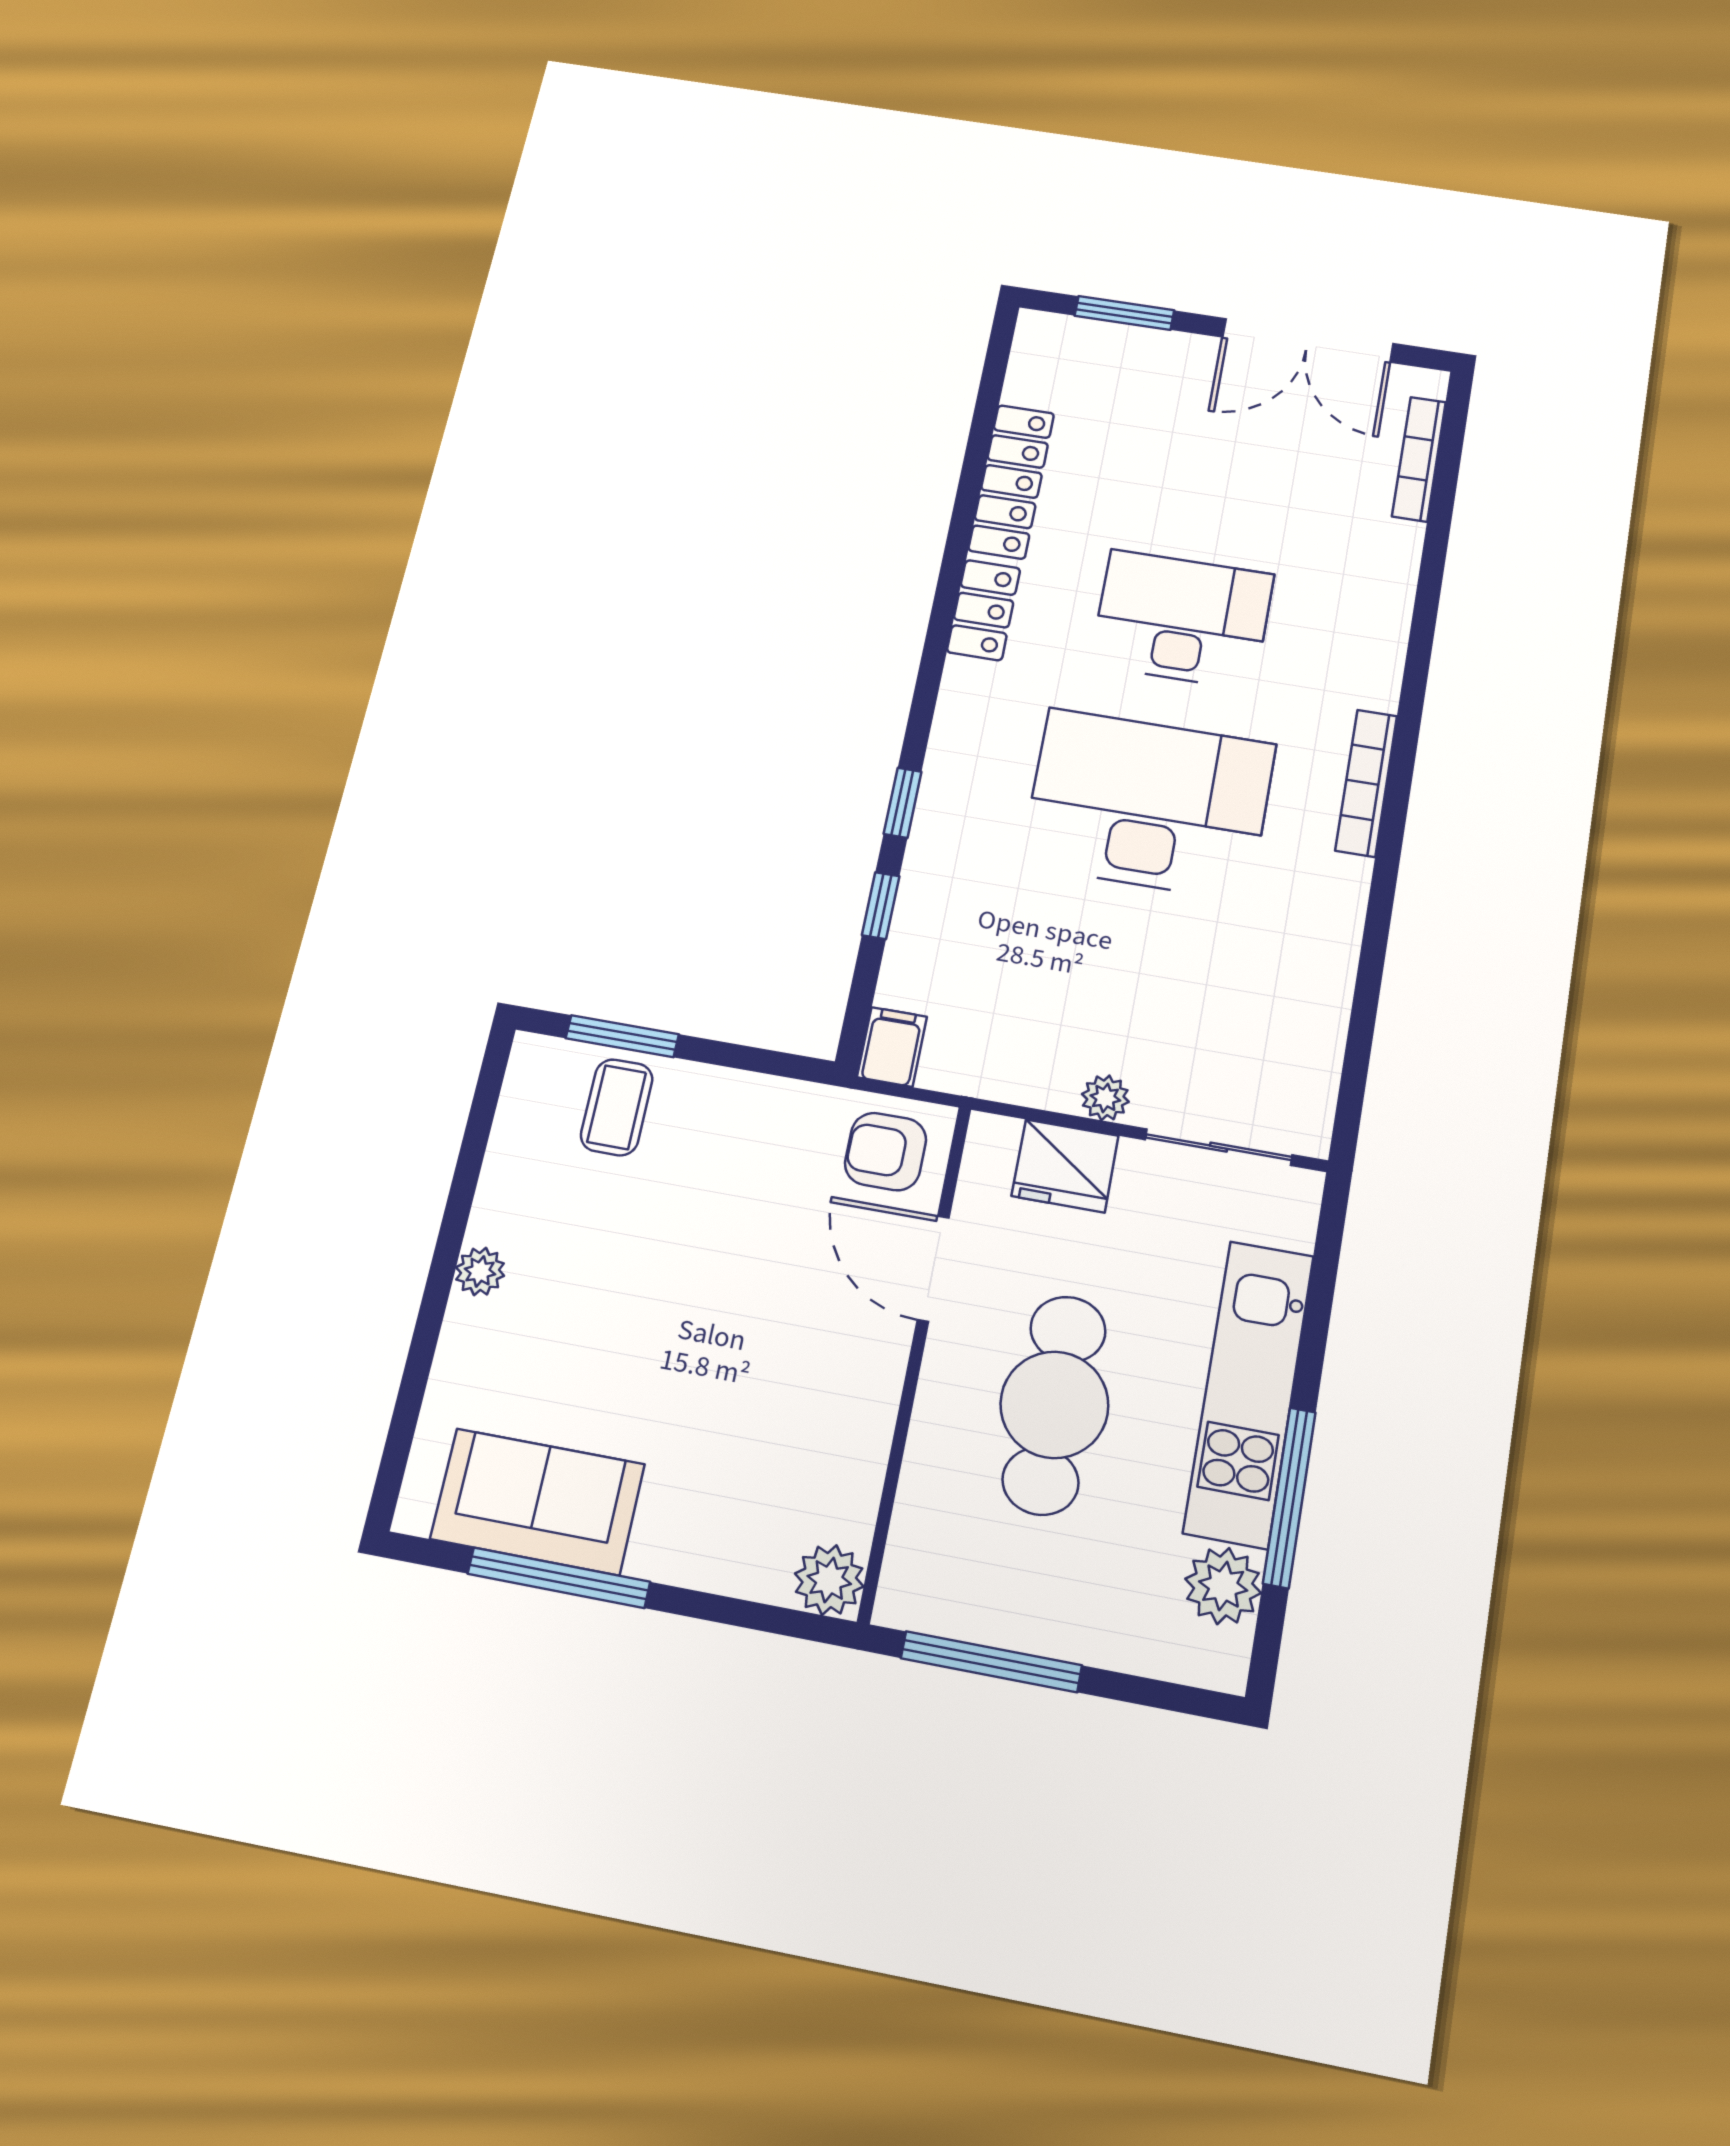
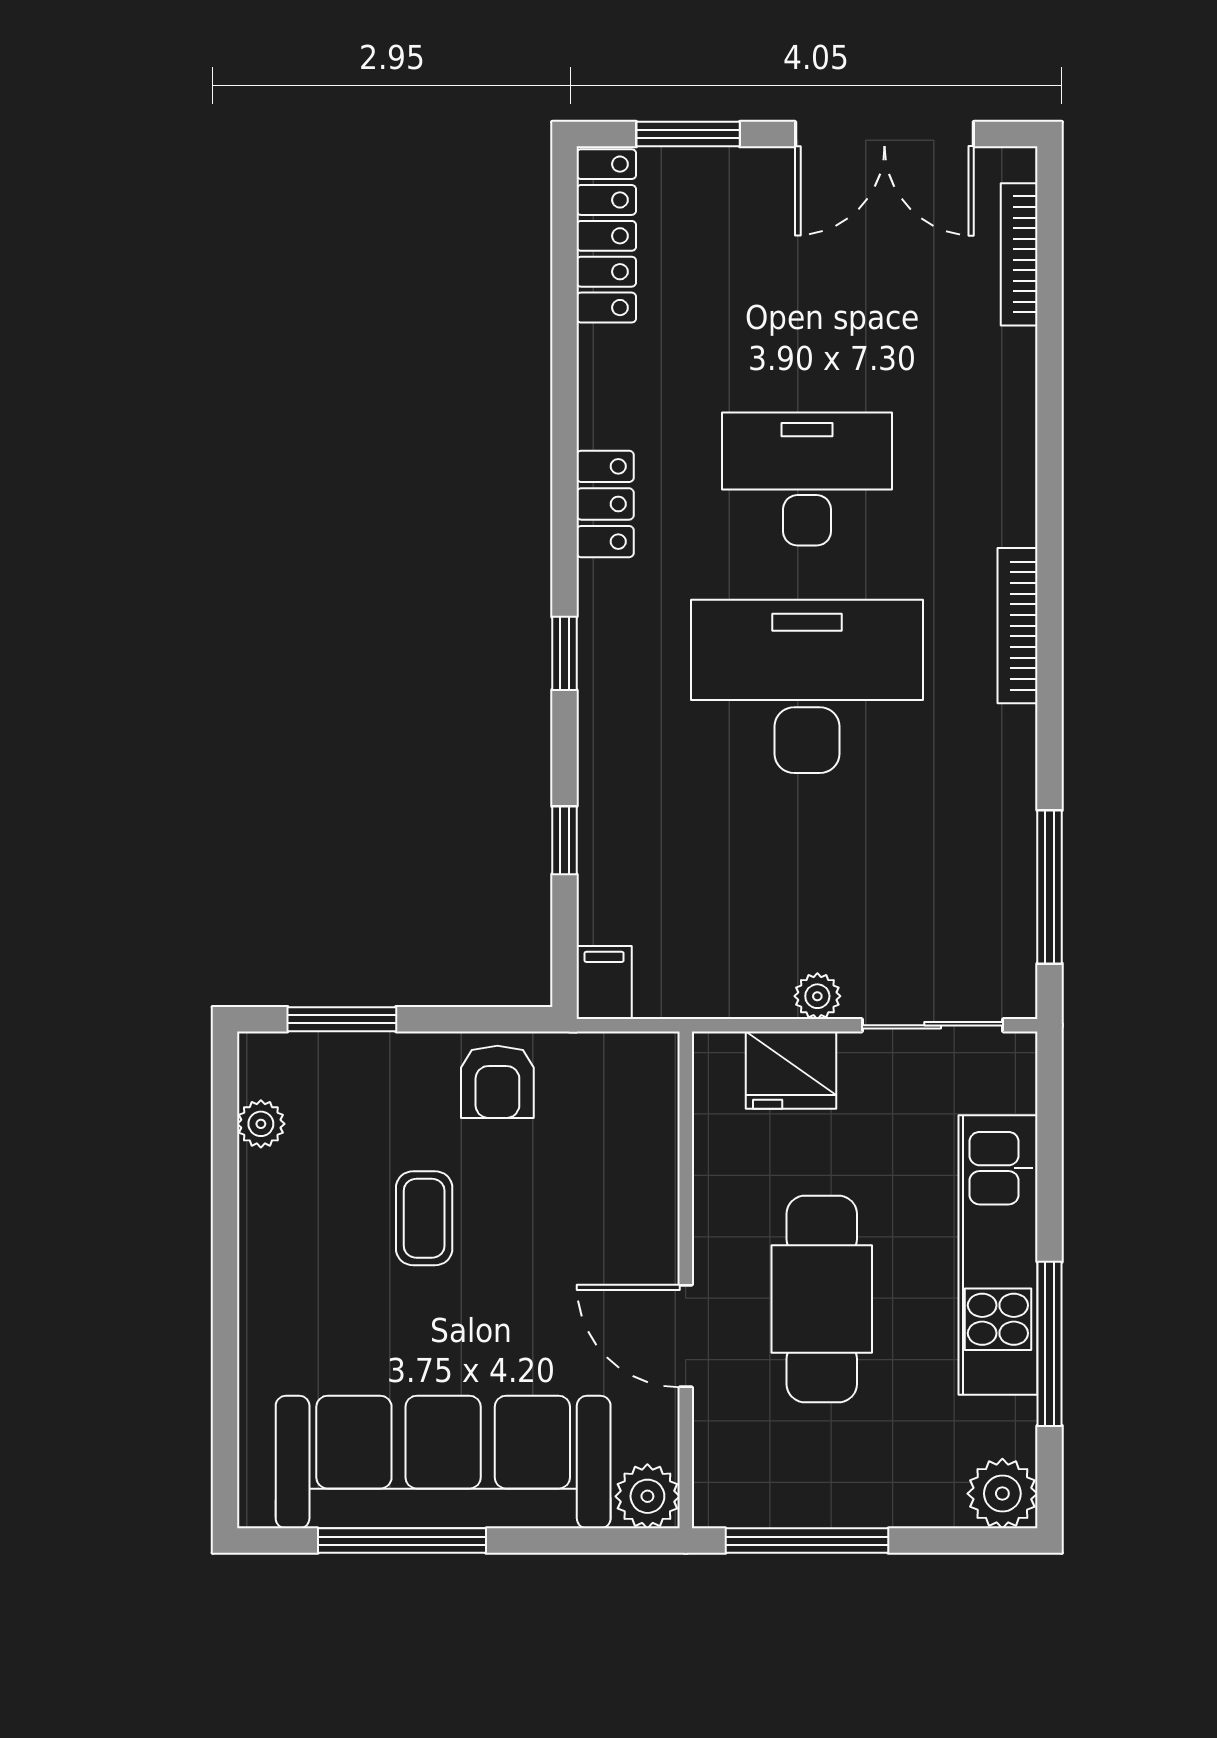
locker: (1011, 481) -> (606, 236), moved
window: (903, 803) -> (564, 653), moved
window: (1361, 1033) -> (1050, 887), added
coffee table: (617, 1107) -> (424, 1218), moved
armchair: (886, 1152) -> (497, 1082), moved, turned -90
door: (933, 1269) -> (686, 1336), moved
plant: (480, 1271) -> (261, 1124), moved
sofa: (537, 1502) -> (443, 1462), width x1.85, depth x1.27
plant: (1223, 1586) -> (1002, 1494), moved

